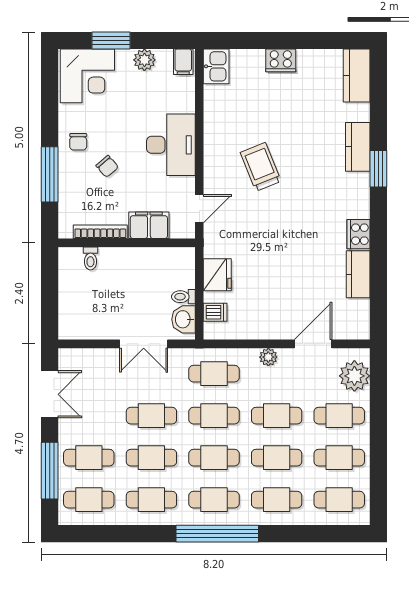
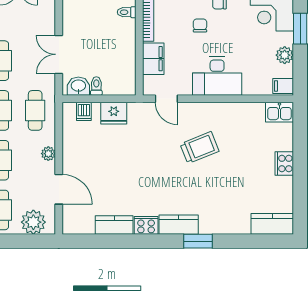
kitchen counter: (358, 147) -> (179, 225), moved
chair: (107, 166) -> (200, 26), turned 131

